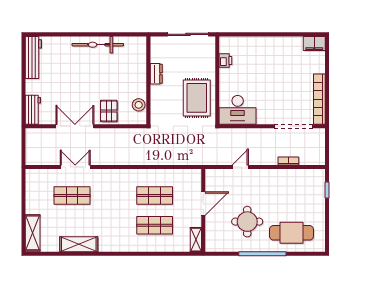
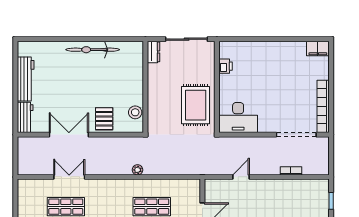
workbench: (33, 58) -> (26, 79), moved
dresser: (156, 74) -> (153, 52), moved
plant: (141, 160) -> (138, 170), added

